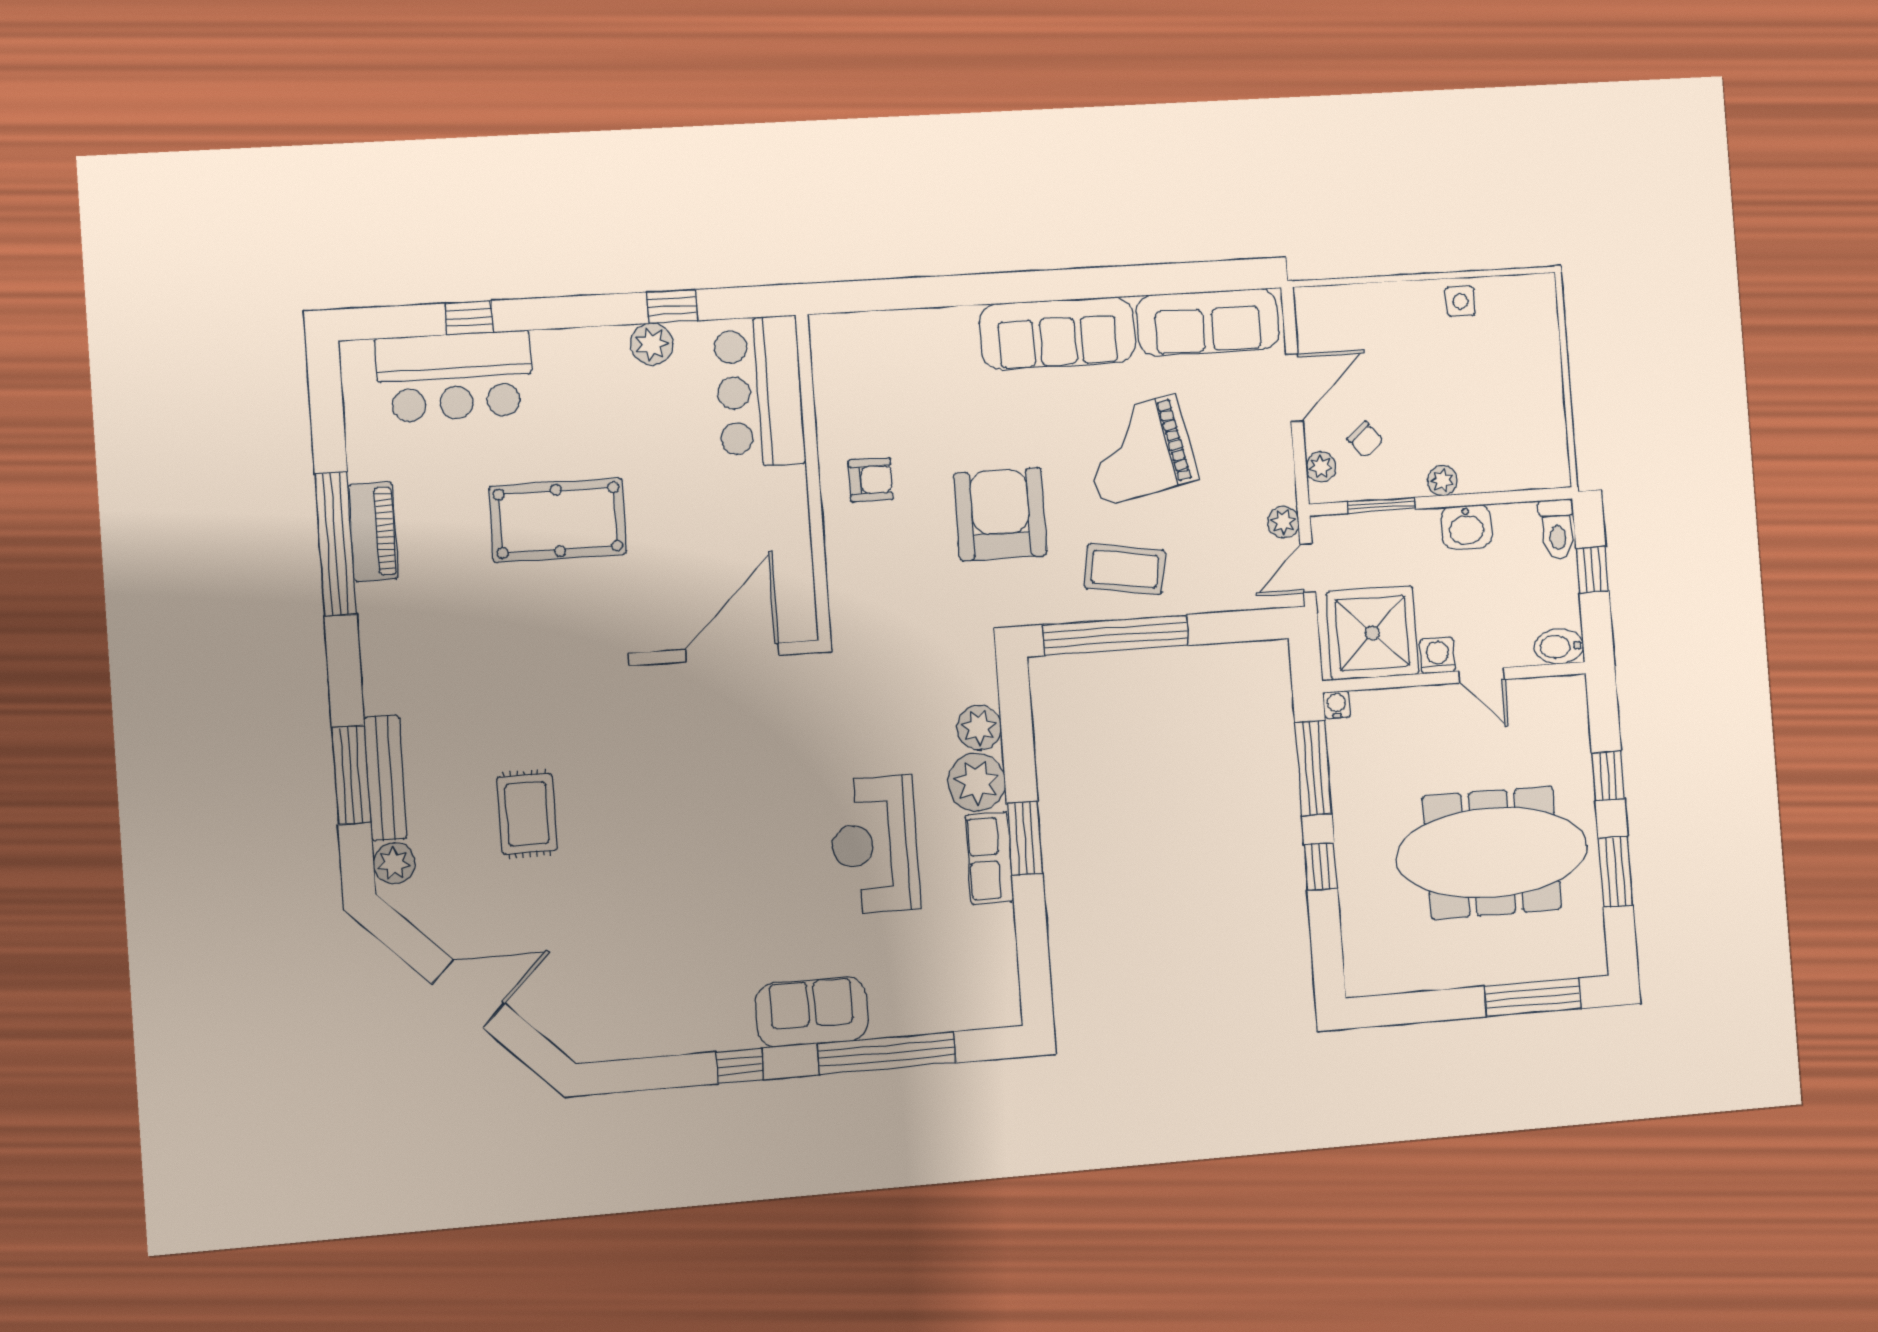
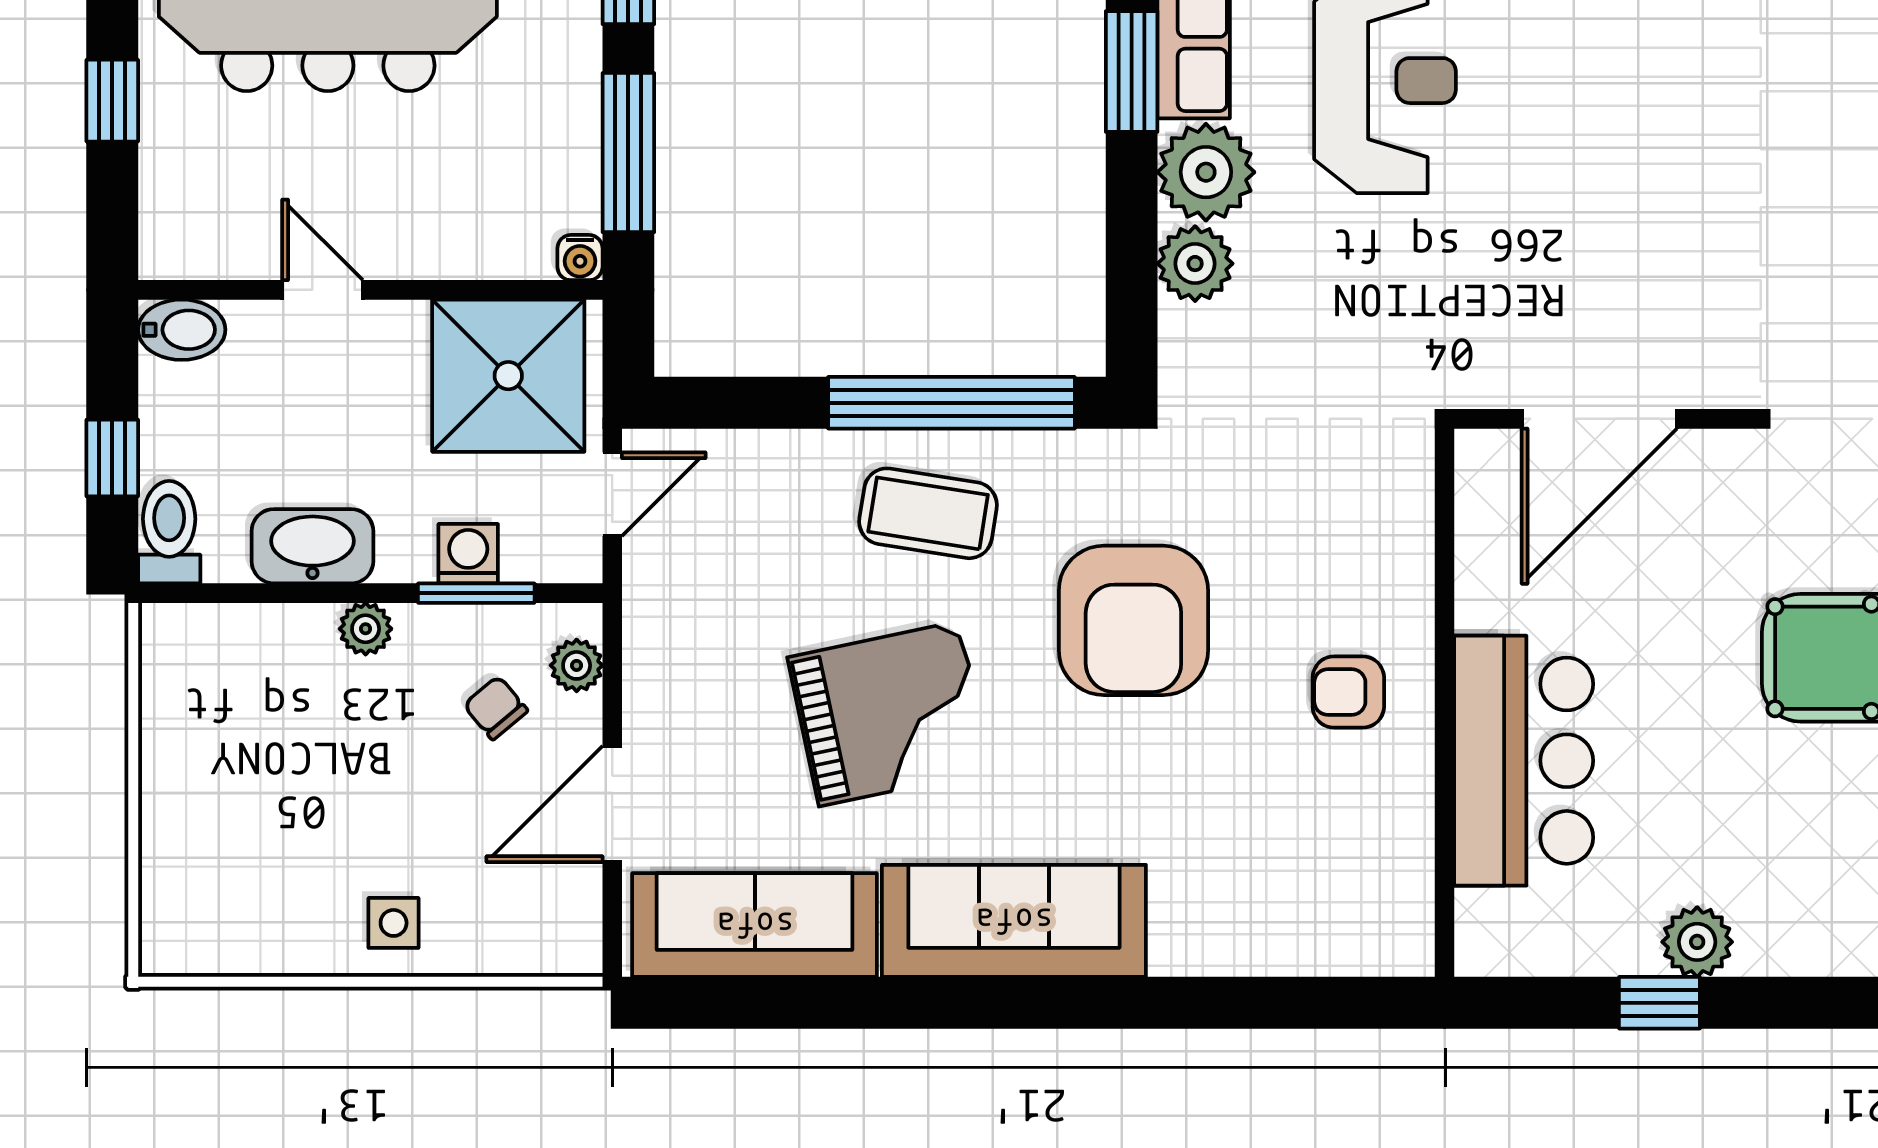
side table: (1460, 301) -> (394, 923), moved
bar counter: (760, 391) -> (1524, 761), moved
plant: (1283, 522) -> (649, 575), removed
washbasin: (1466, 527) -> (312, 546), width x1.38
washing machine: (1438, 655) -> (468, 554), moved, turned 180

